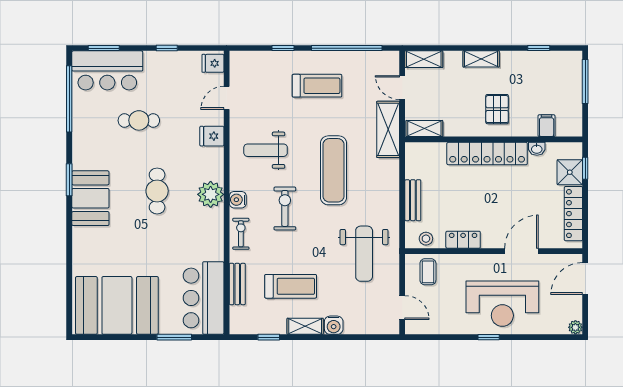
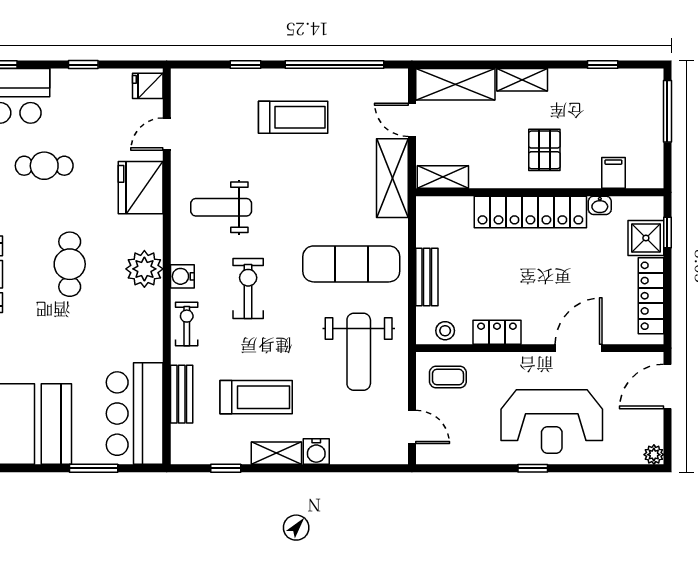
shelving: (424, 59) -> (455, 84), width x1.50, depth x1.33
fridge: (212, 136) -> (141, 188), width x1.88, depth x1.34
exercise mat: (334, 170) -> (351, 264), moved, turned 90
coffee table: (428, 272) -> (448, 377), turned 90

